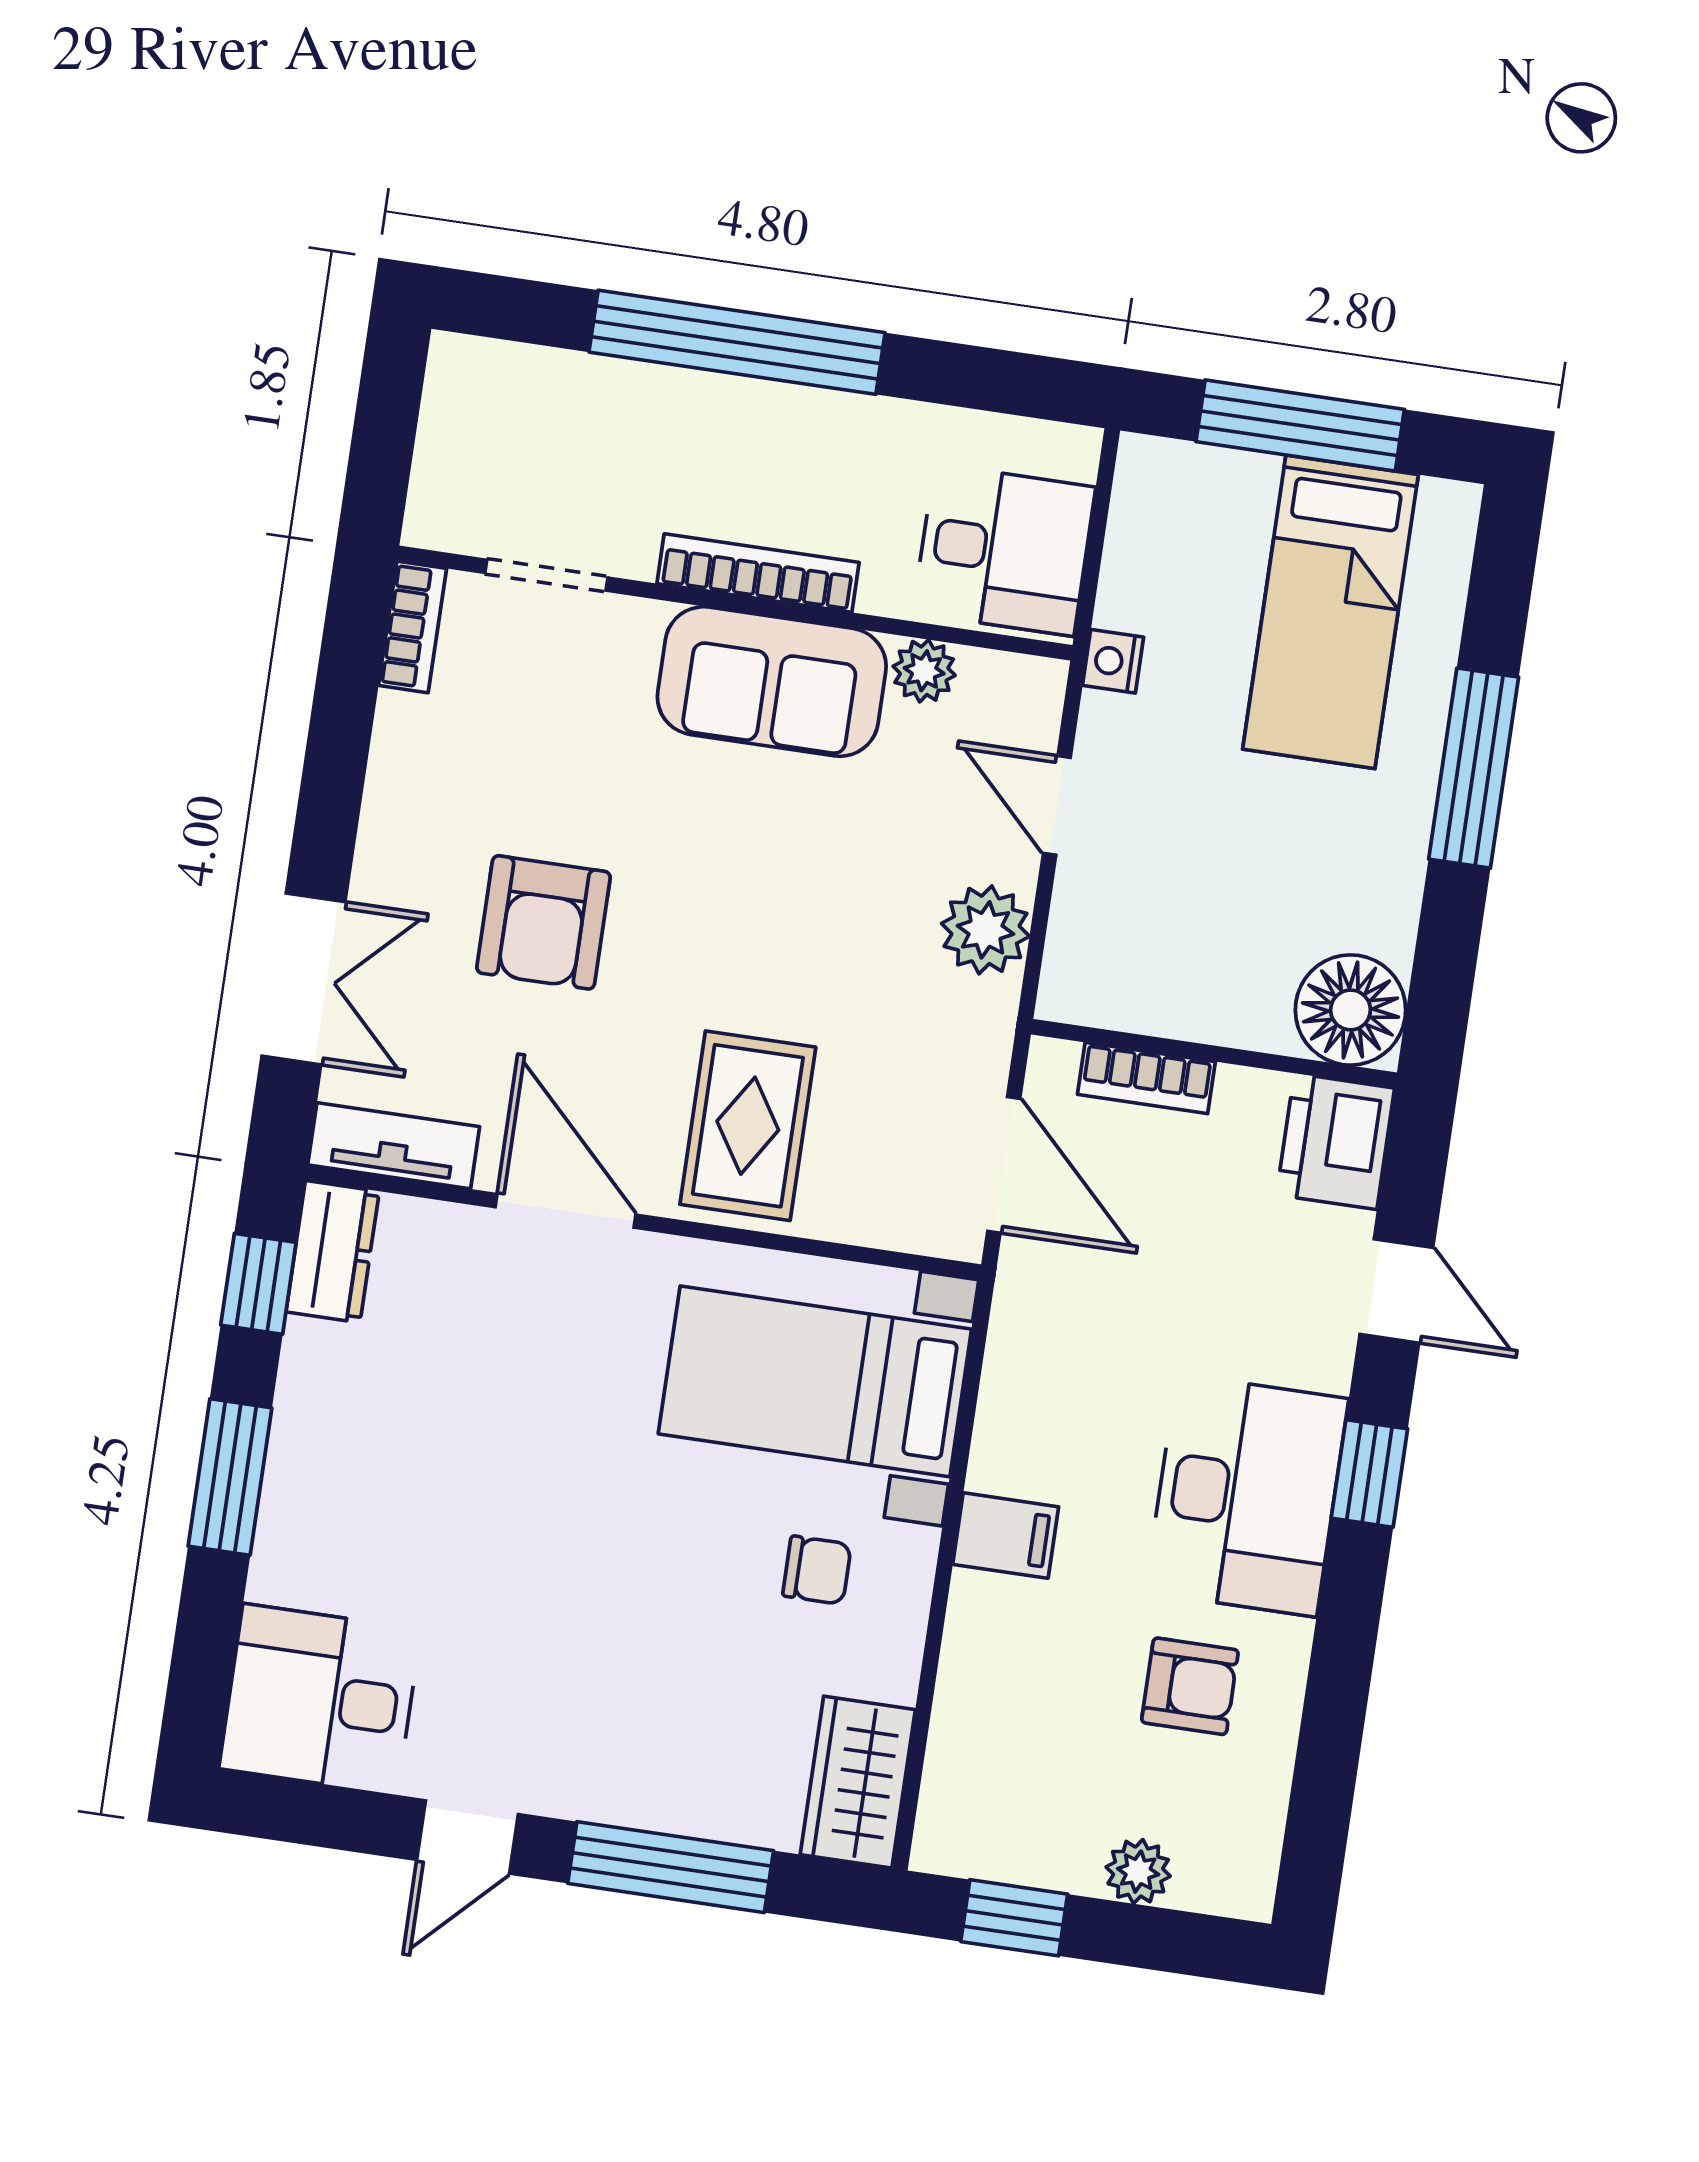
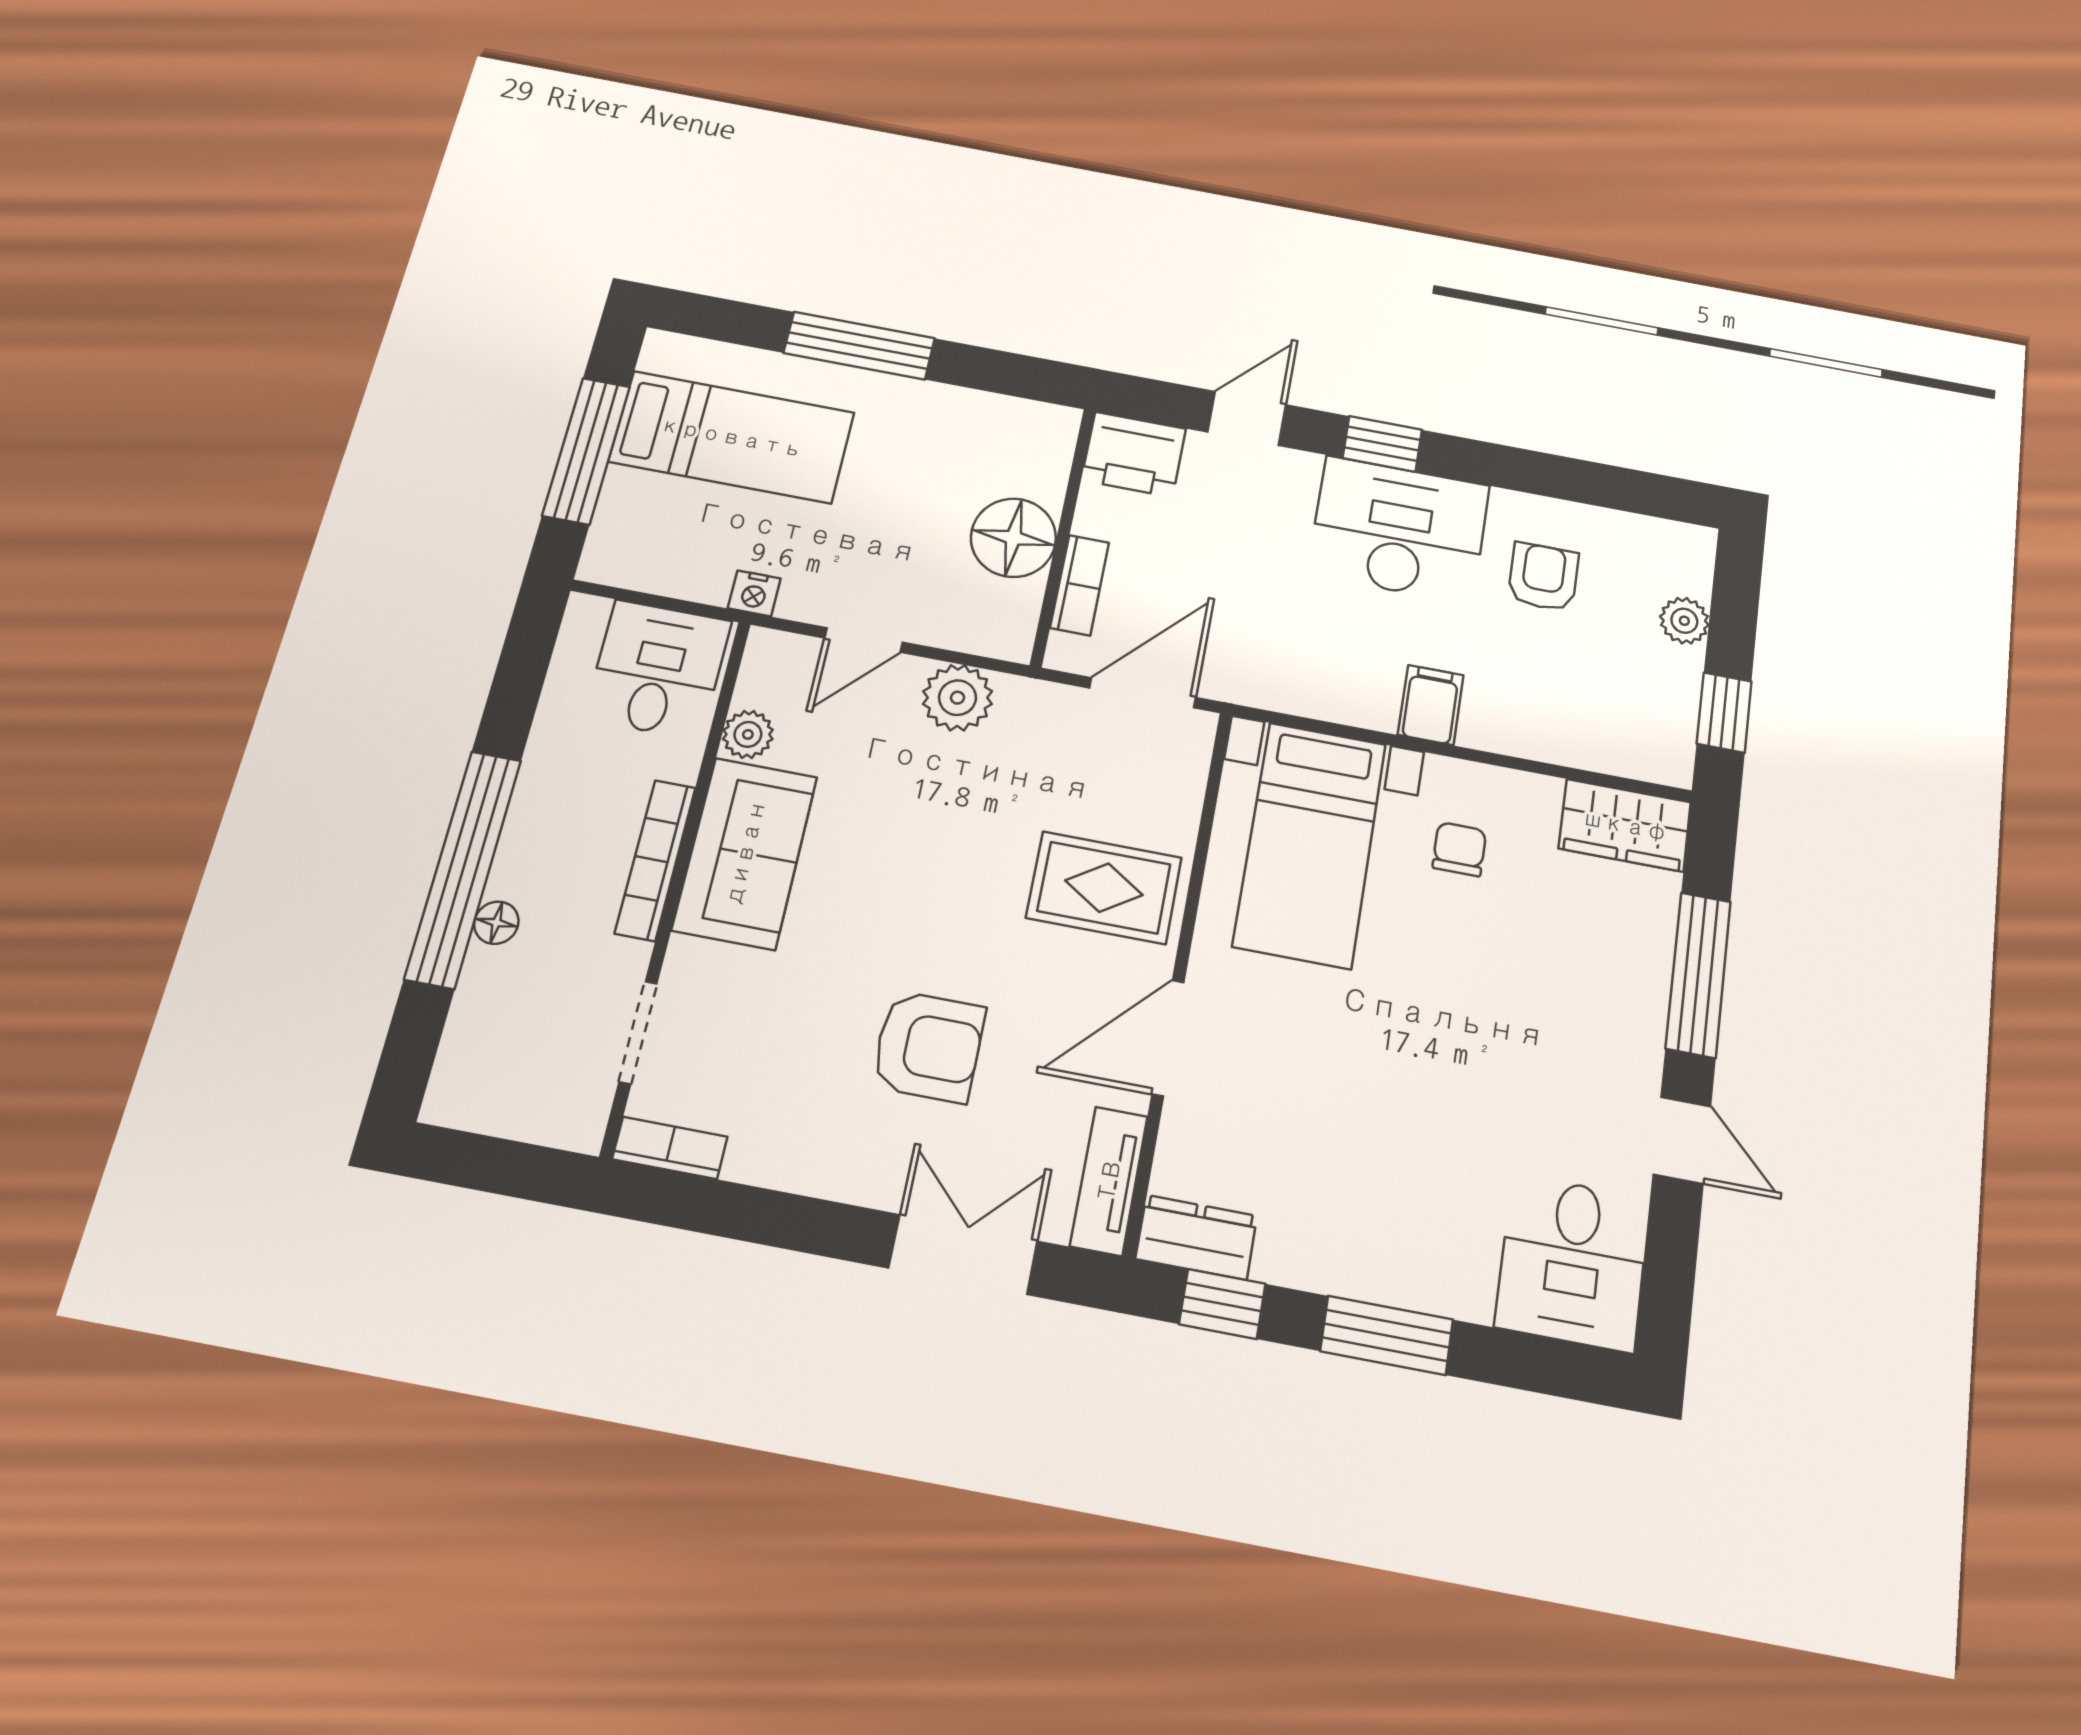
floor lamp: (672, 391) -> (496, 923), added
floor lamp: (1351, 1010) -> (1013, 538), moved

